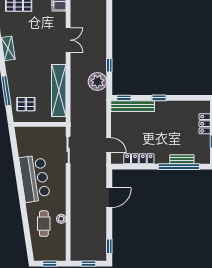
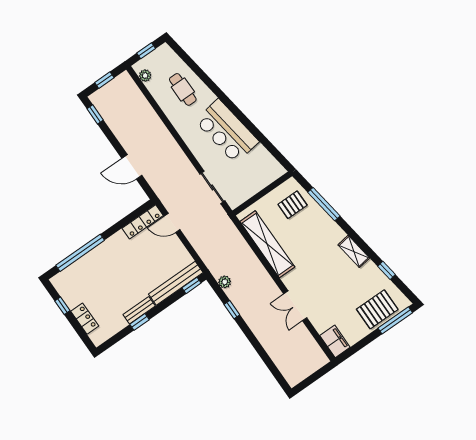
plant: (97, 81) -> (225, 282), width x0.53, depth x0.53
window: (159, 98) -> (139, 322), moved
locker: (139, 159) -> (143, 222), moved
bench: (182, 159) -> (139, 310), moved
door: (109, 198) -> (132, 167), hinge flipped
plant: (61, 219) -> (145, 76), moved

